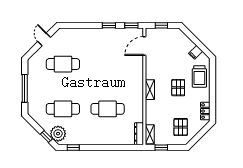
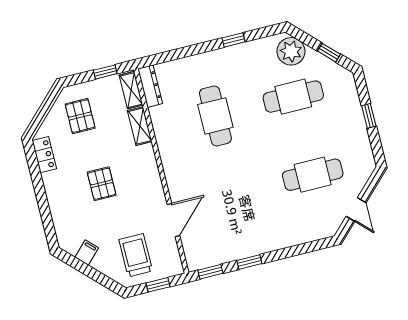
door: (144, 46) -> (173, 220), moved
trolley: (199, 76) -> (136, 255), moved
window: (25, 88) -> (369, 116), width x0.46
shelving: (150, 90) -> (140, 126), moved
cafe table: (108, 109) -> (215, 116), turned 90
window: (46, 136) -> (329, 53), moved
window: (73, 148) -> (234, 40), moved

